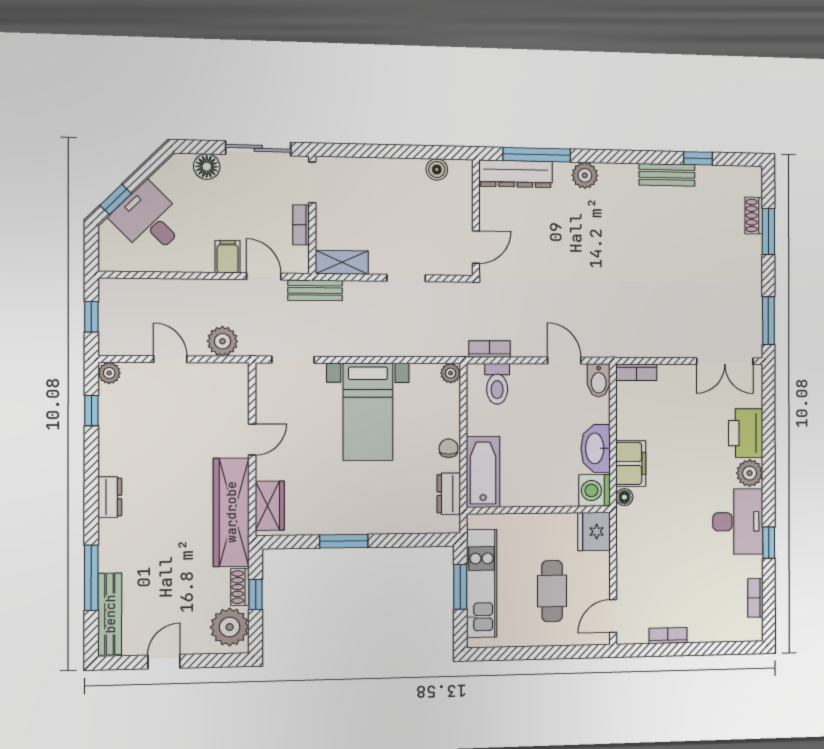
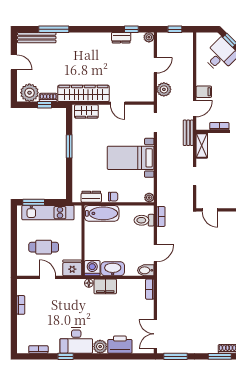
dresser: (110, 497) -> (121, 38), moved
window: (460, 587) -> (34, 202), moved
door: (613, 616) -> (48, 277), moved

